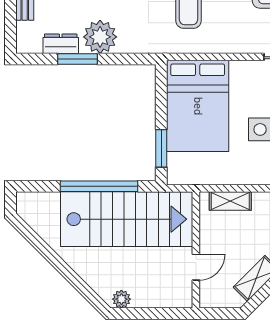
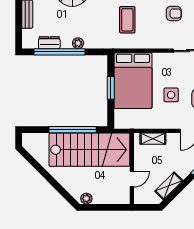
plant: (100, 37) -> (78, 43), width x0.53, depth x0.53
window: (77, 59) -> (59, 52), width x2.11
window: (161, 148) -> (111, 88), moved

